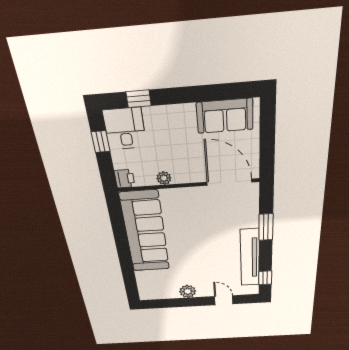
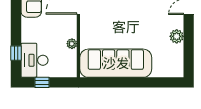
desk: (125, 129) -> (34, 60), width x1.37
printer: (125, 179) -> (70, 71), removed

